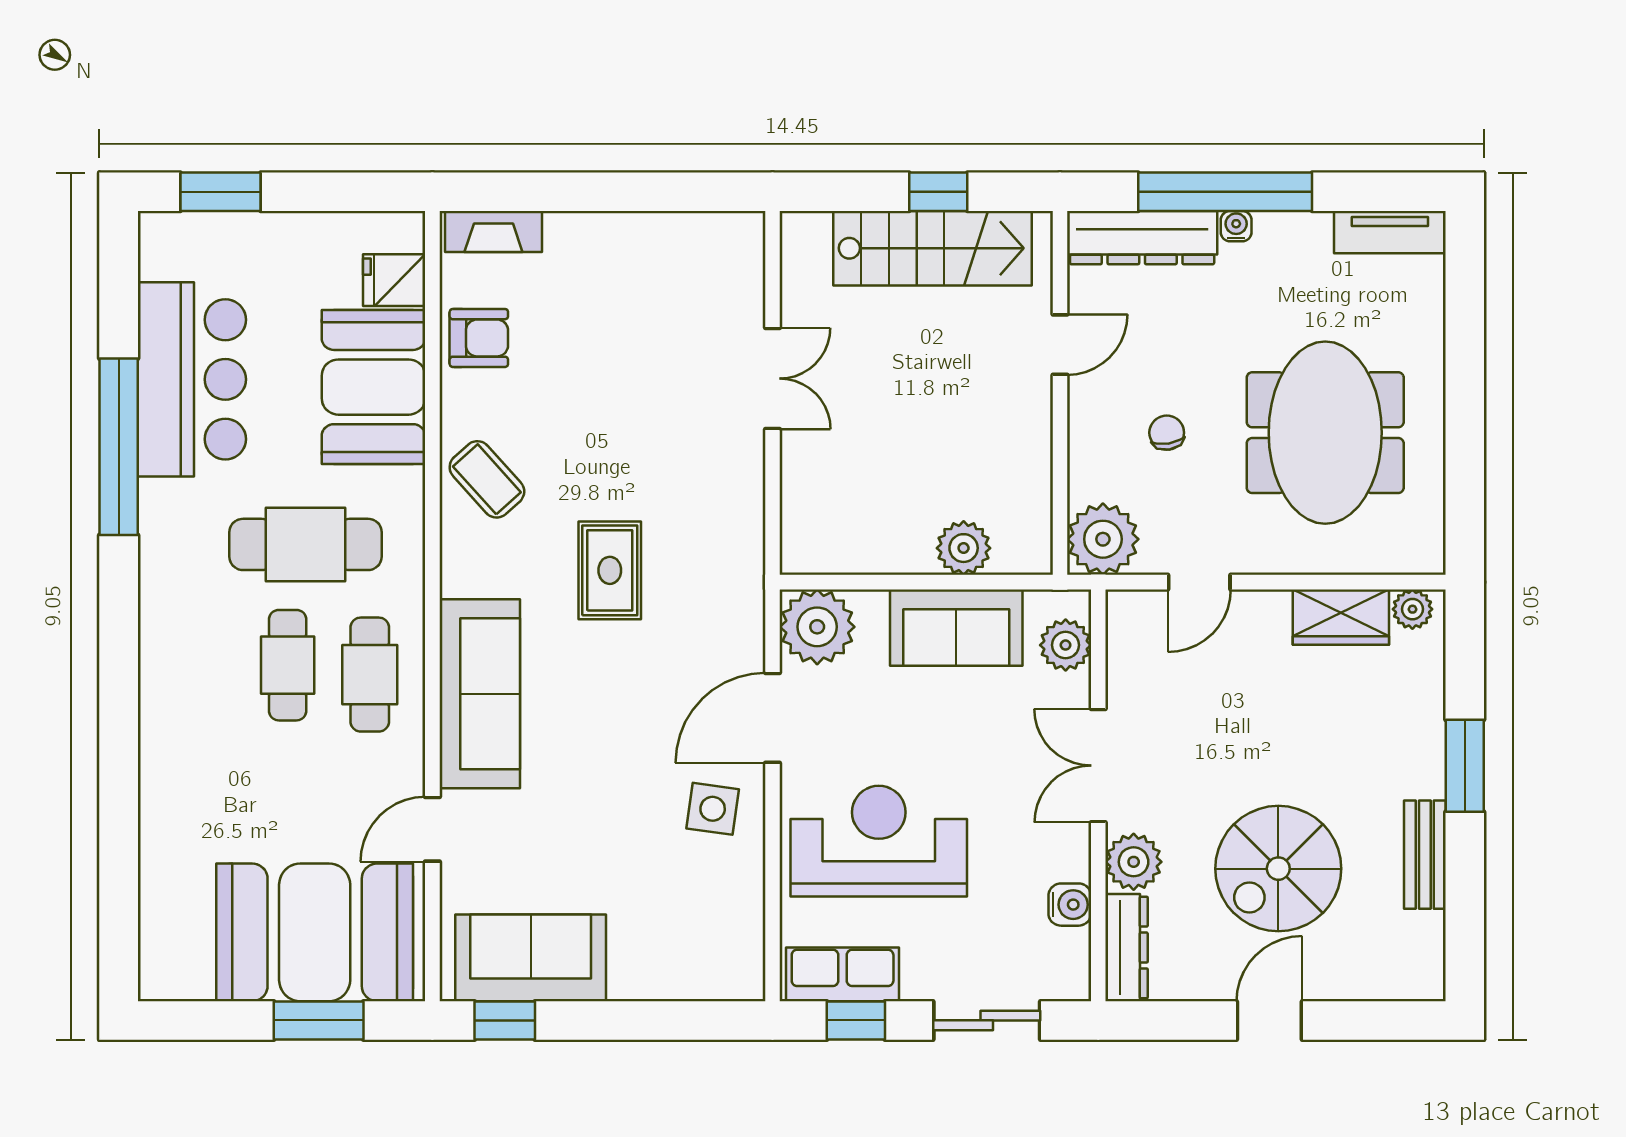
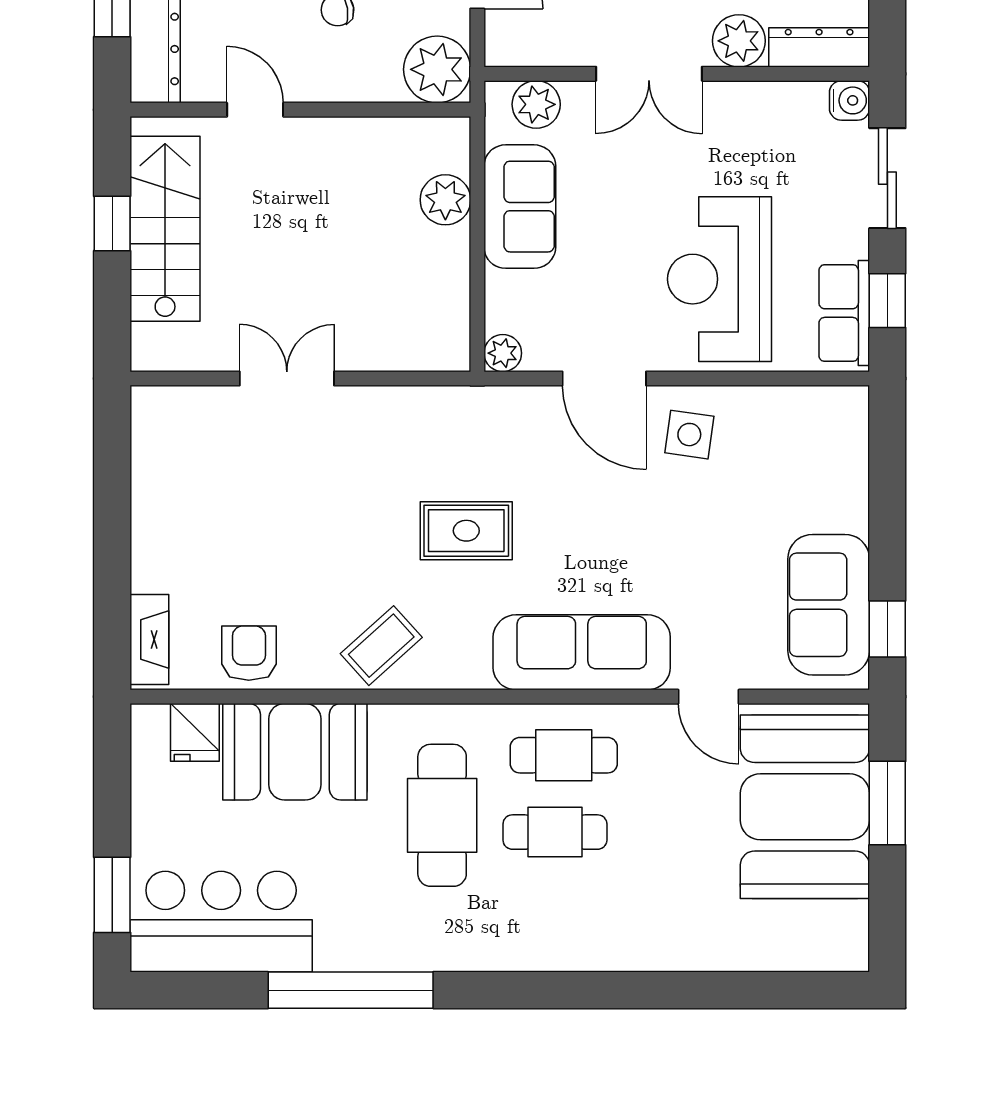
bar counter: (192, 379) -> (221, 922), moved
plant: (817, 627) -> (503, 353), width x0.53, depth x0.53
water cooler: (1070, 905) -> (849, 100), moved, turned 90

